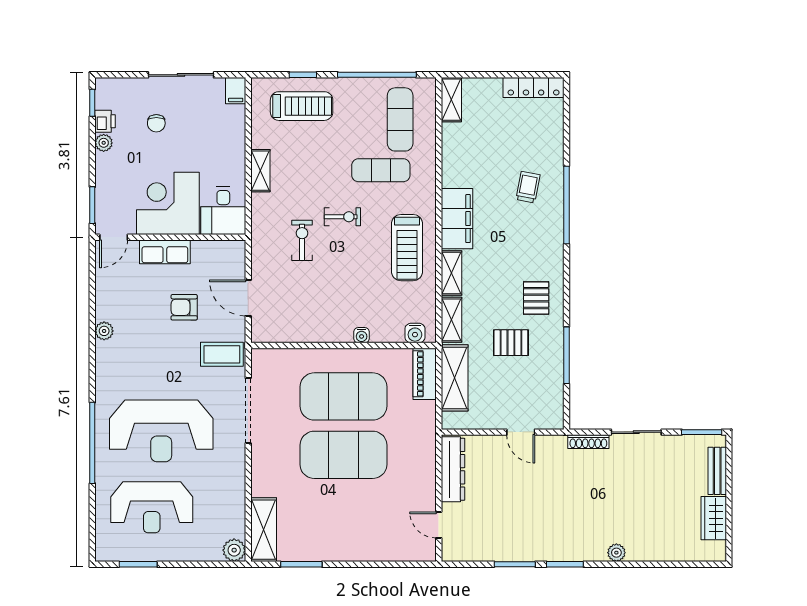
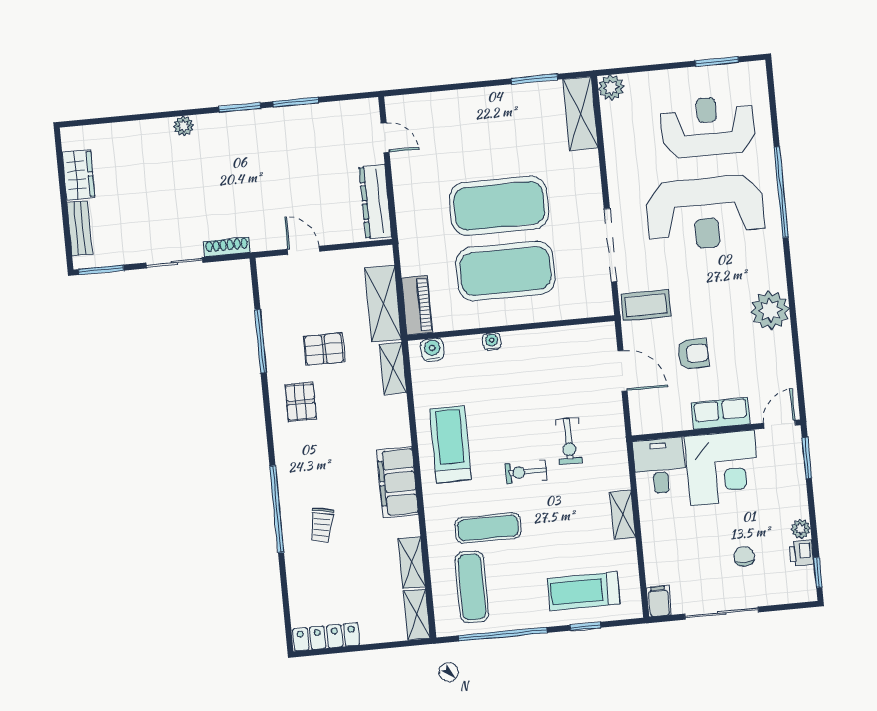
shelving: (451, 273) -> (412, 563), moved
plant: (104, 331) -> (770, 310), width x1.87, depth x1.87
reception desk: (161, 431) -> (705, 213), turned 180

